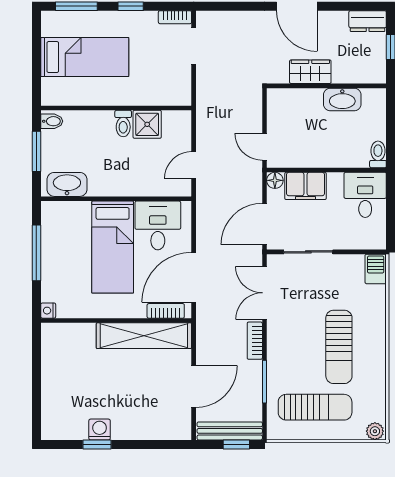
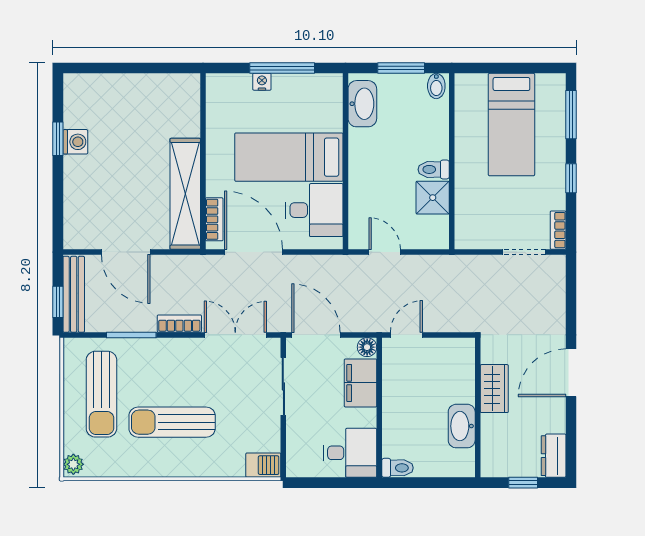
nightstand: (48, 311) -> (262, 82), moved

